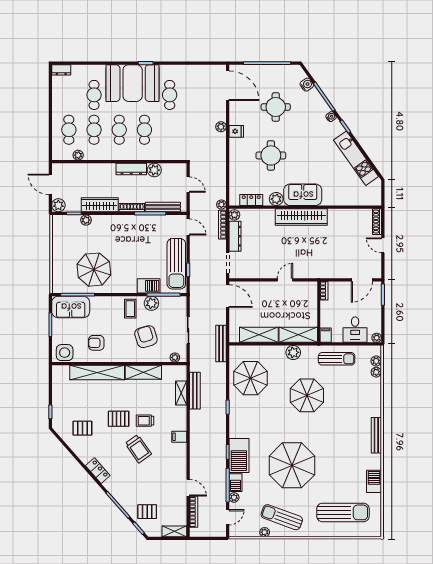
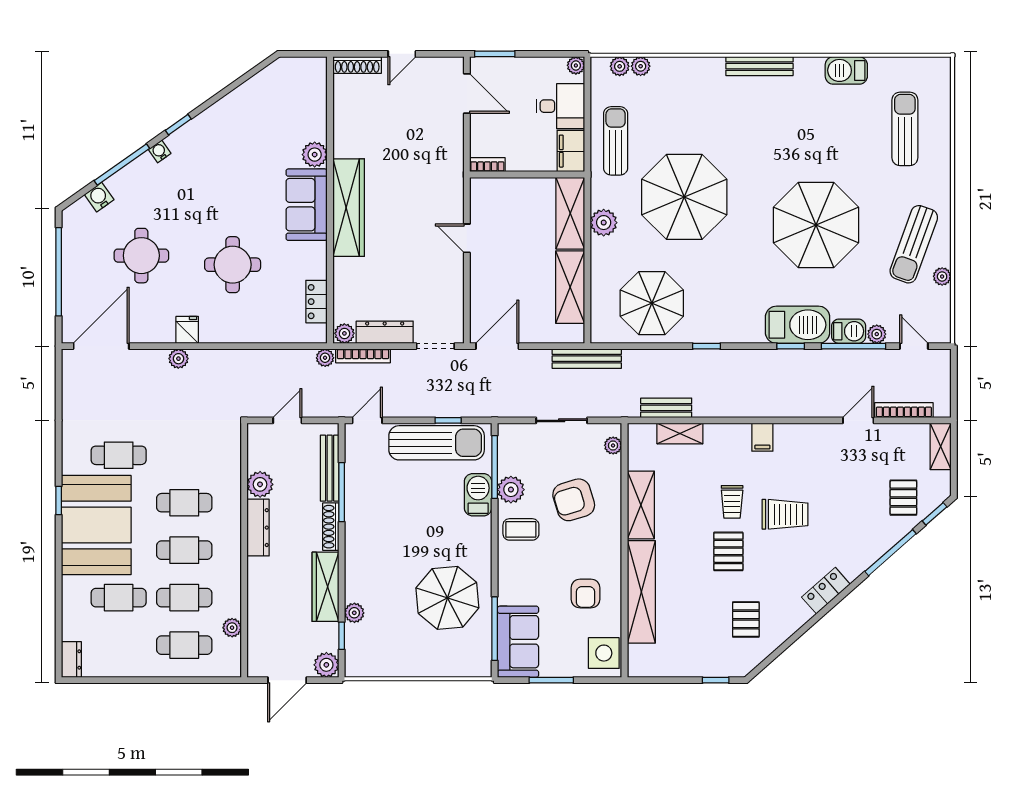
kitchen unit: (356, 158) -> (238, 104), removed
plant: (276, 199) -> (315, 155), moved
filing cabinet: (326, 335) -> (571, 151), width x2.00
bench: (195, 391) -> (666, 408), width x0.73
parasol: (307, 395) -> (684, 197), width x1.36, depth x1.36
trolley: (138, 449) -> (785, 514), turned 35
sun lounger: (343, 512) -> (905, 129), width x0.73, depth x0.75

